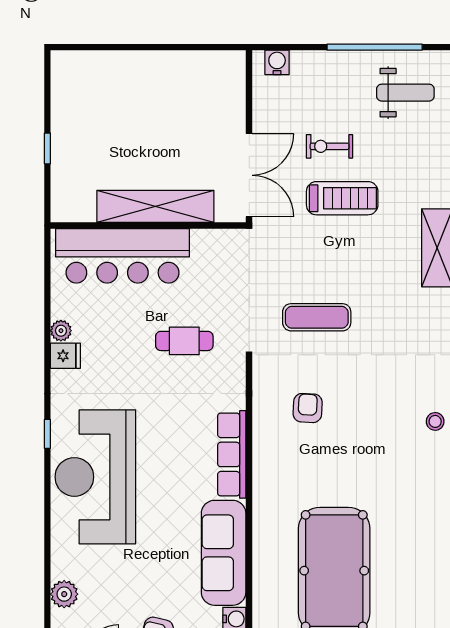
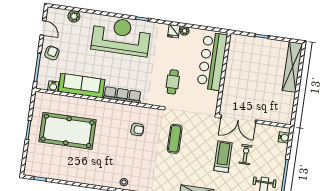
treadmill: (342, 198) -> (223, 157), turned 180
shelving: (155, 206) -> (292, 67), moved

